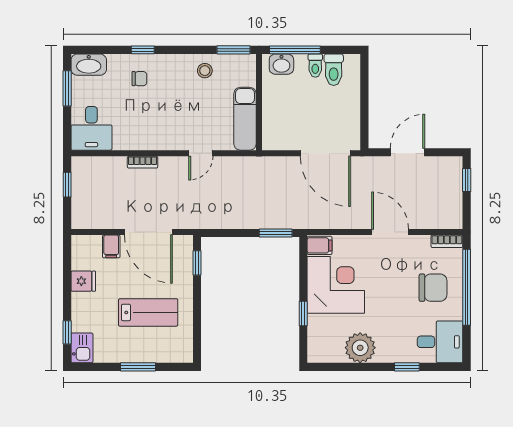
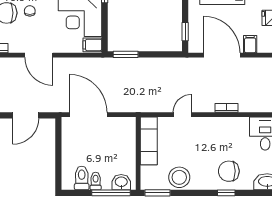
stool: (205, 71) -> (179, 177), width x1.89, depth x1.89
chair: (139, 79) -> (229, 171), width x1.87, depth x1.87
chair: (402, 290) -> (30, 11), added

